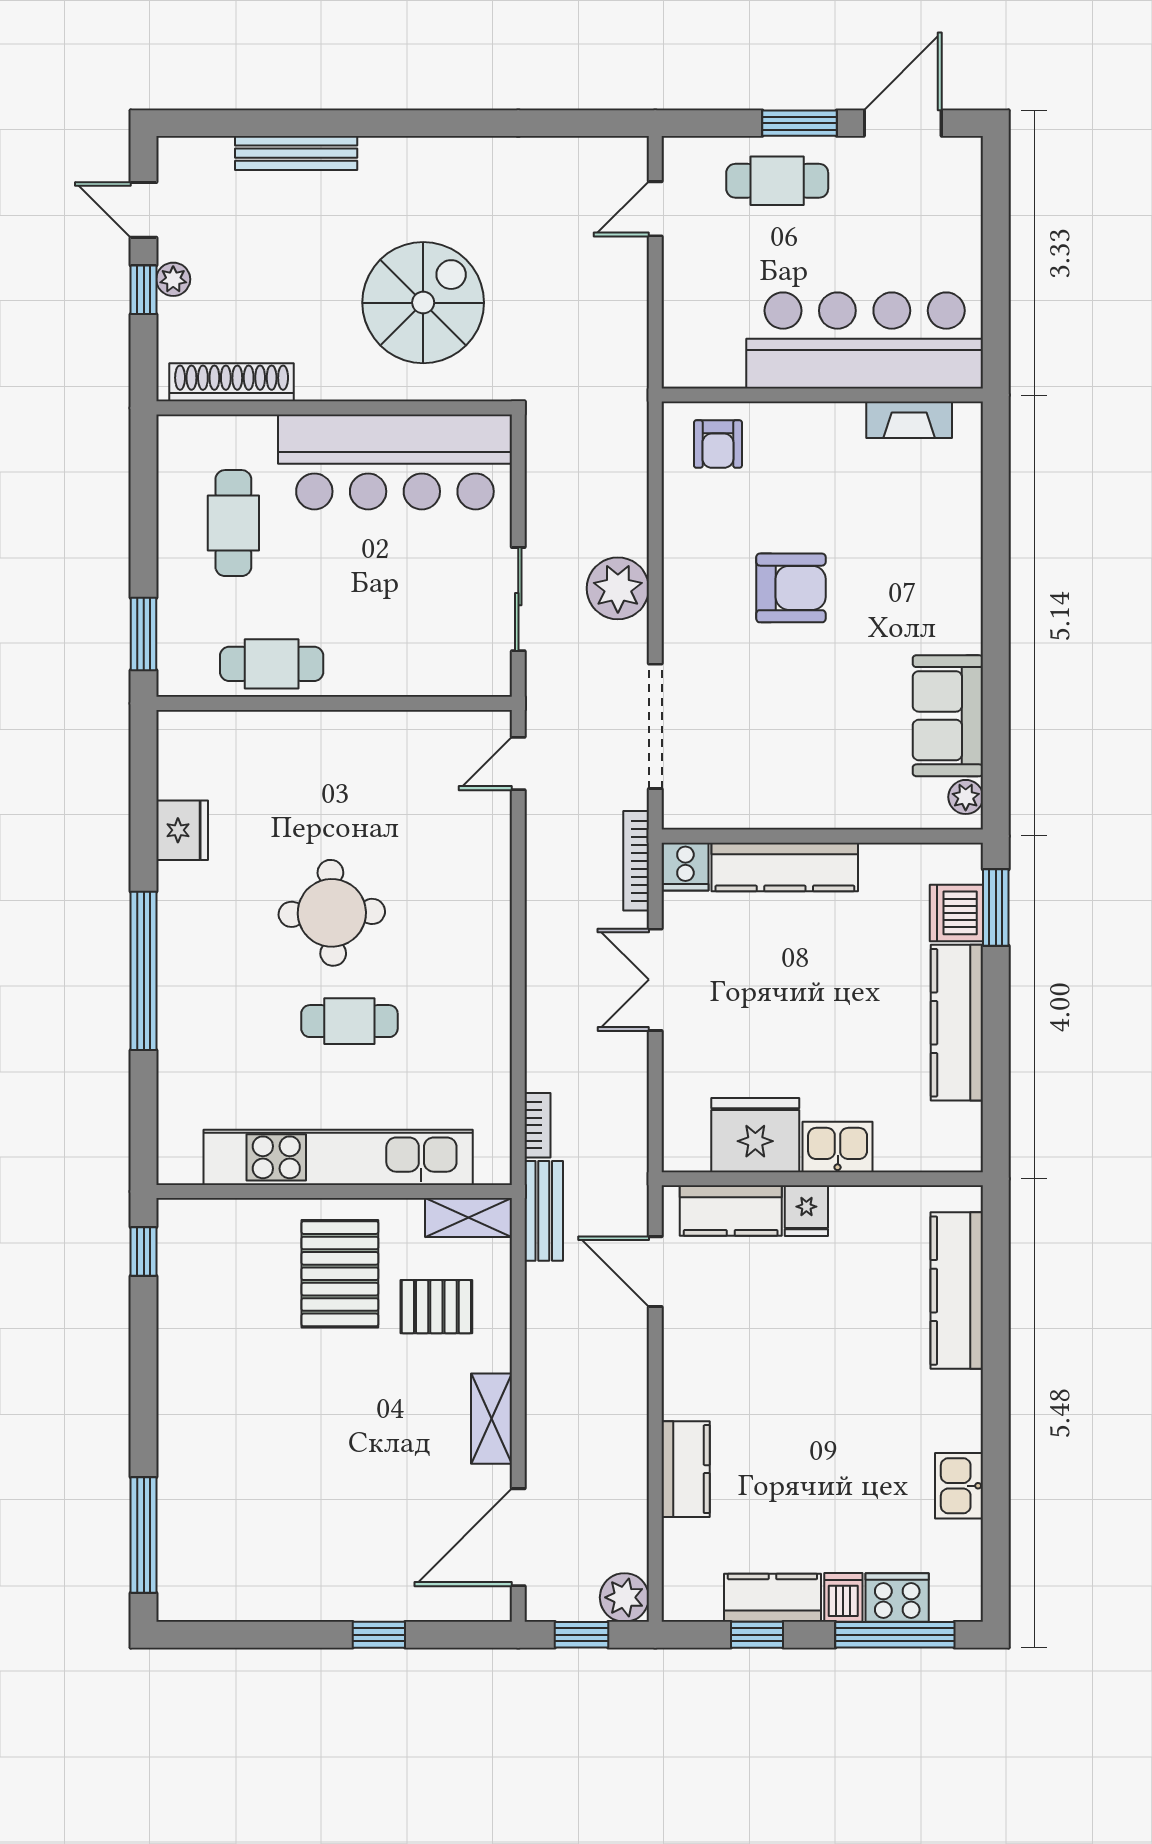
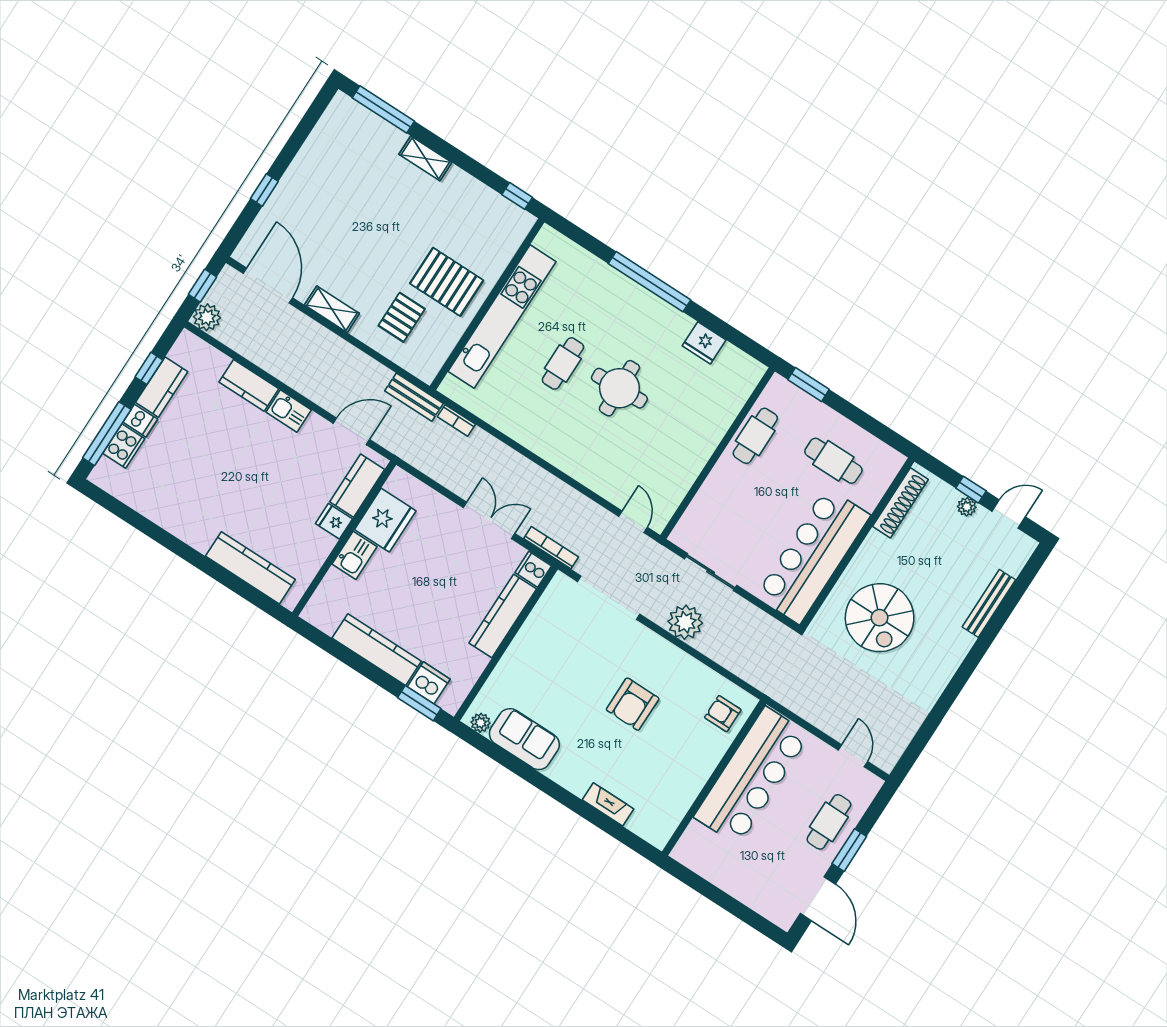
bar counter: (865, 340) -> (752, 776), moved
fireplace: (909, 420) -> (608, 804), moved, turned 90
shelving: (468, 1218) -> (425, 158), moved, turned 90
kitchen sink: (959, 1486) -> (289, 411), moved, turned 180

